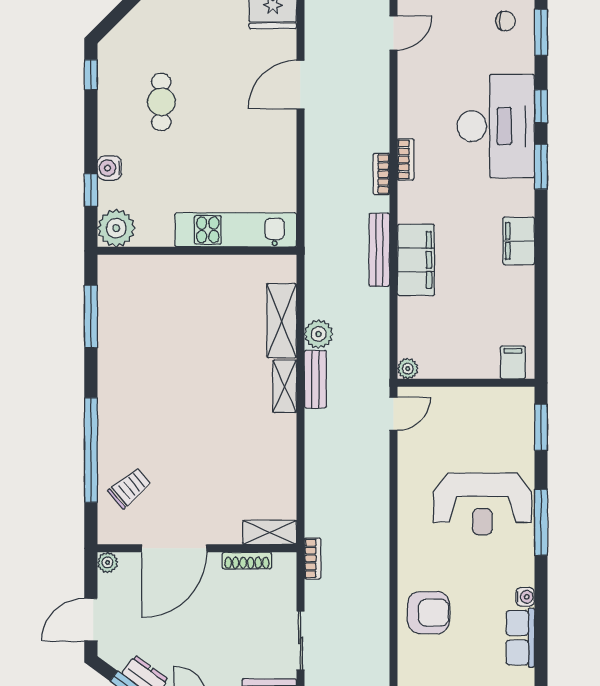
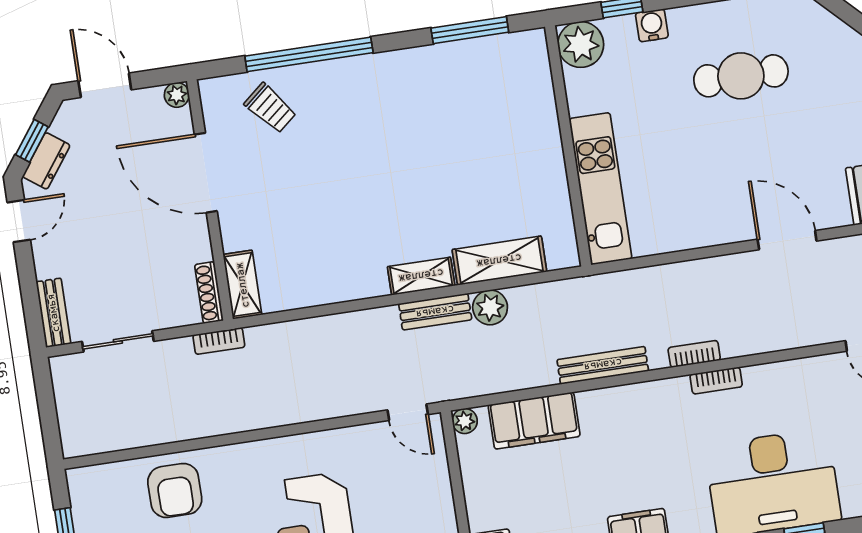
cafe table: (161, 102) -> (741, 76), width x1.37, depth x1.35
filing cabinet: (416, 260) -> (534, 421), moved
shoe rack: (247, 561) -> (209, 293), moved

